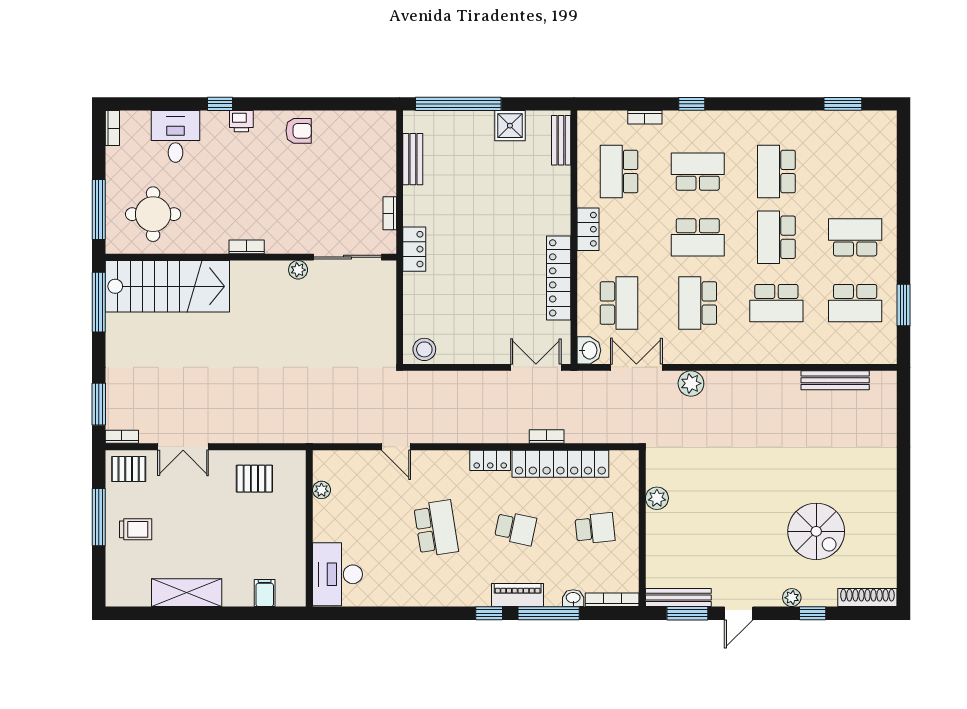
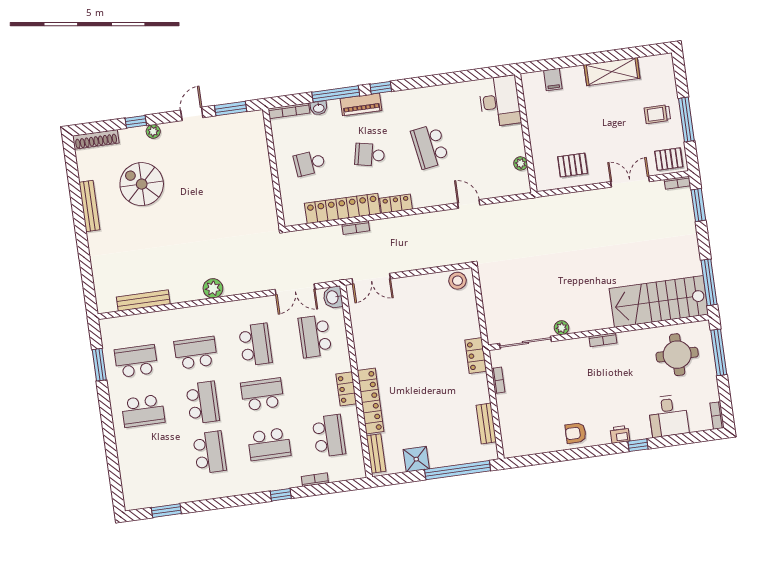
locker: (559, 278) -> (371, 401), moved
plant: (691, 383) -> (213, 288), moved
plant: (657, 498) -> (266, 192), removed
bench: (678, 597) -> (89, 206), moved, turned 90

